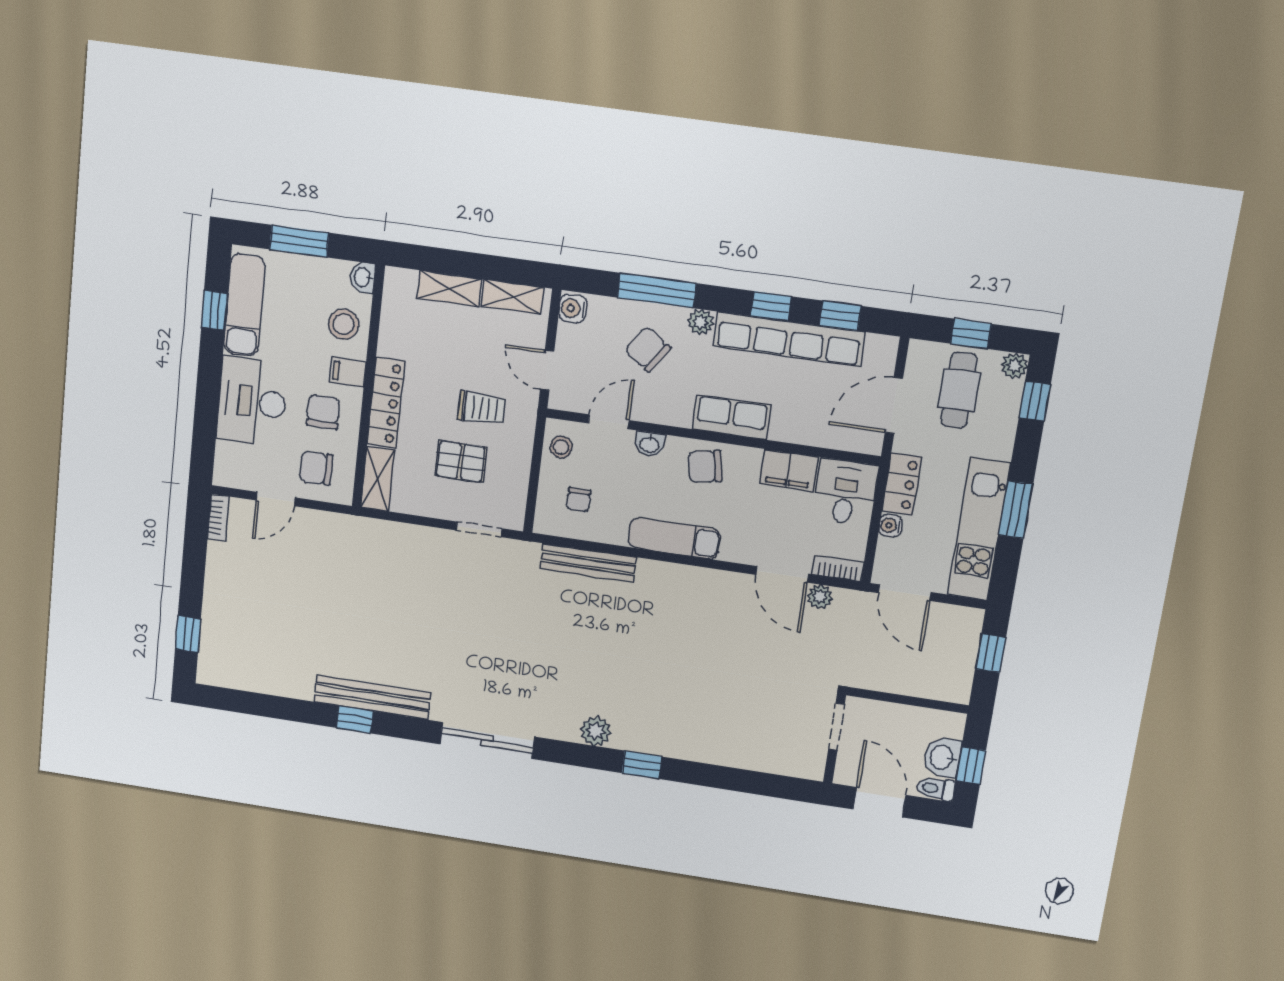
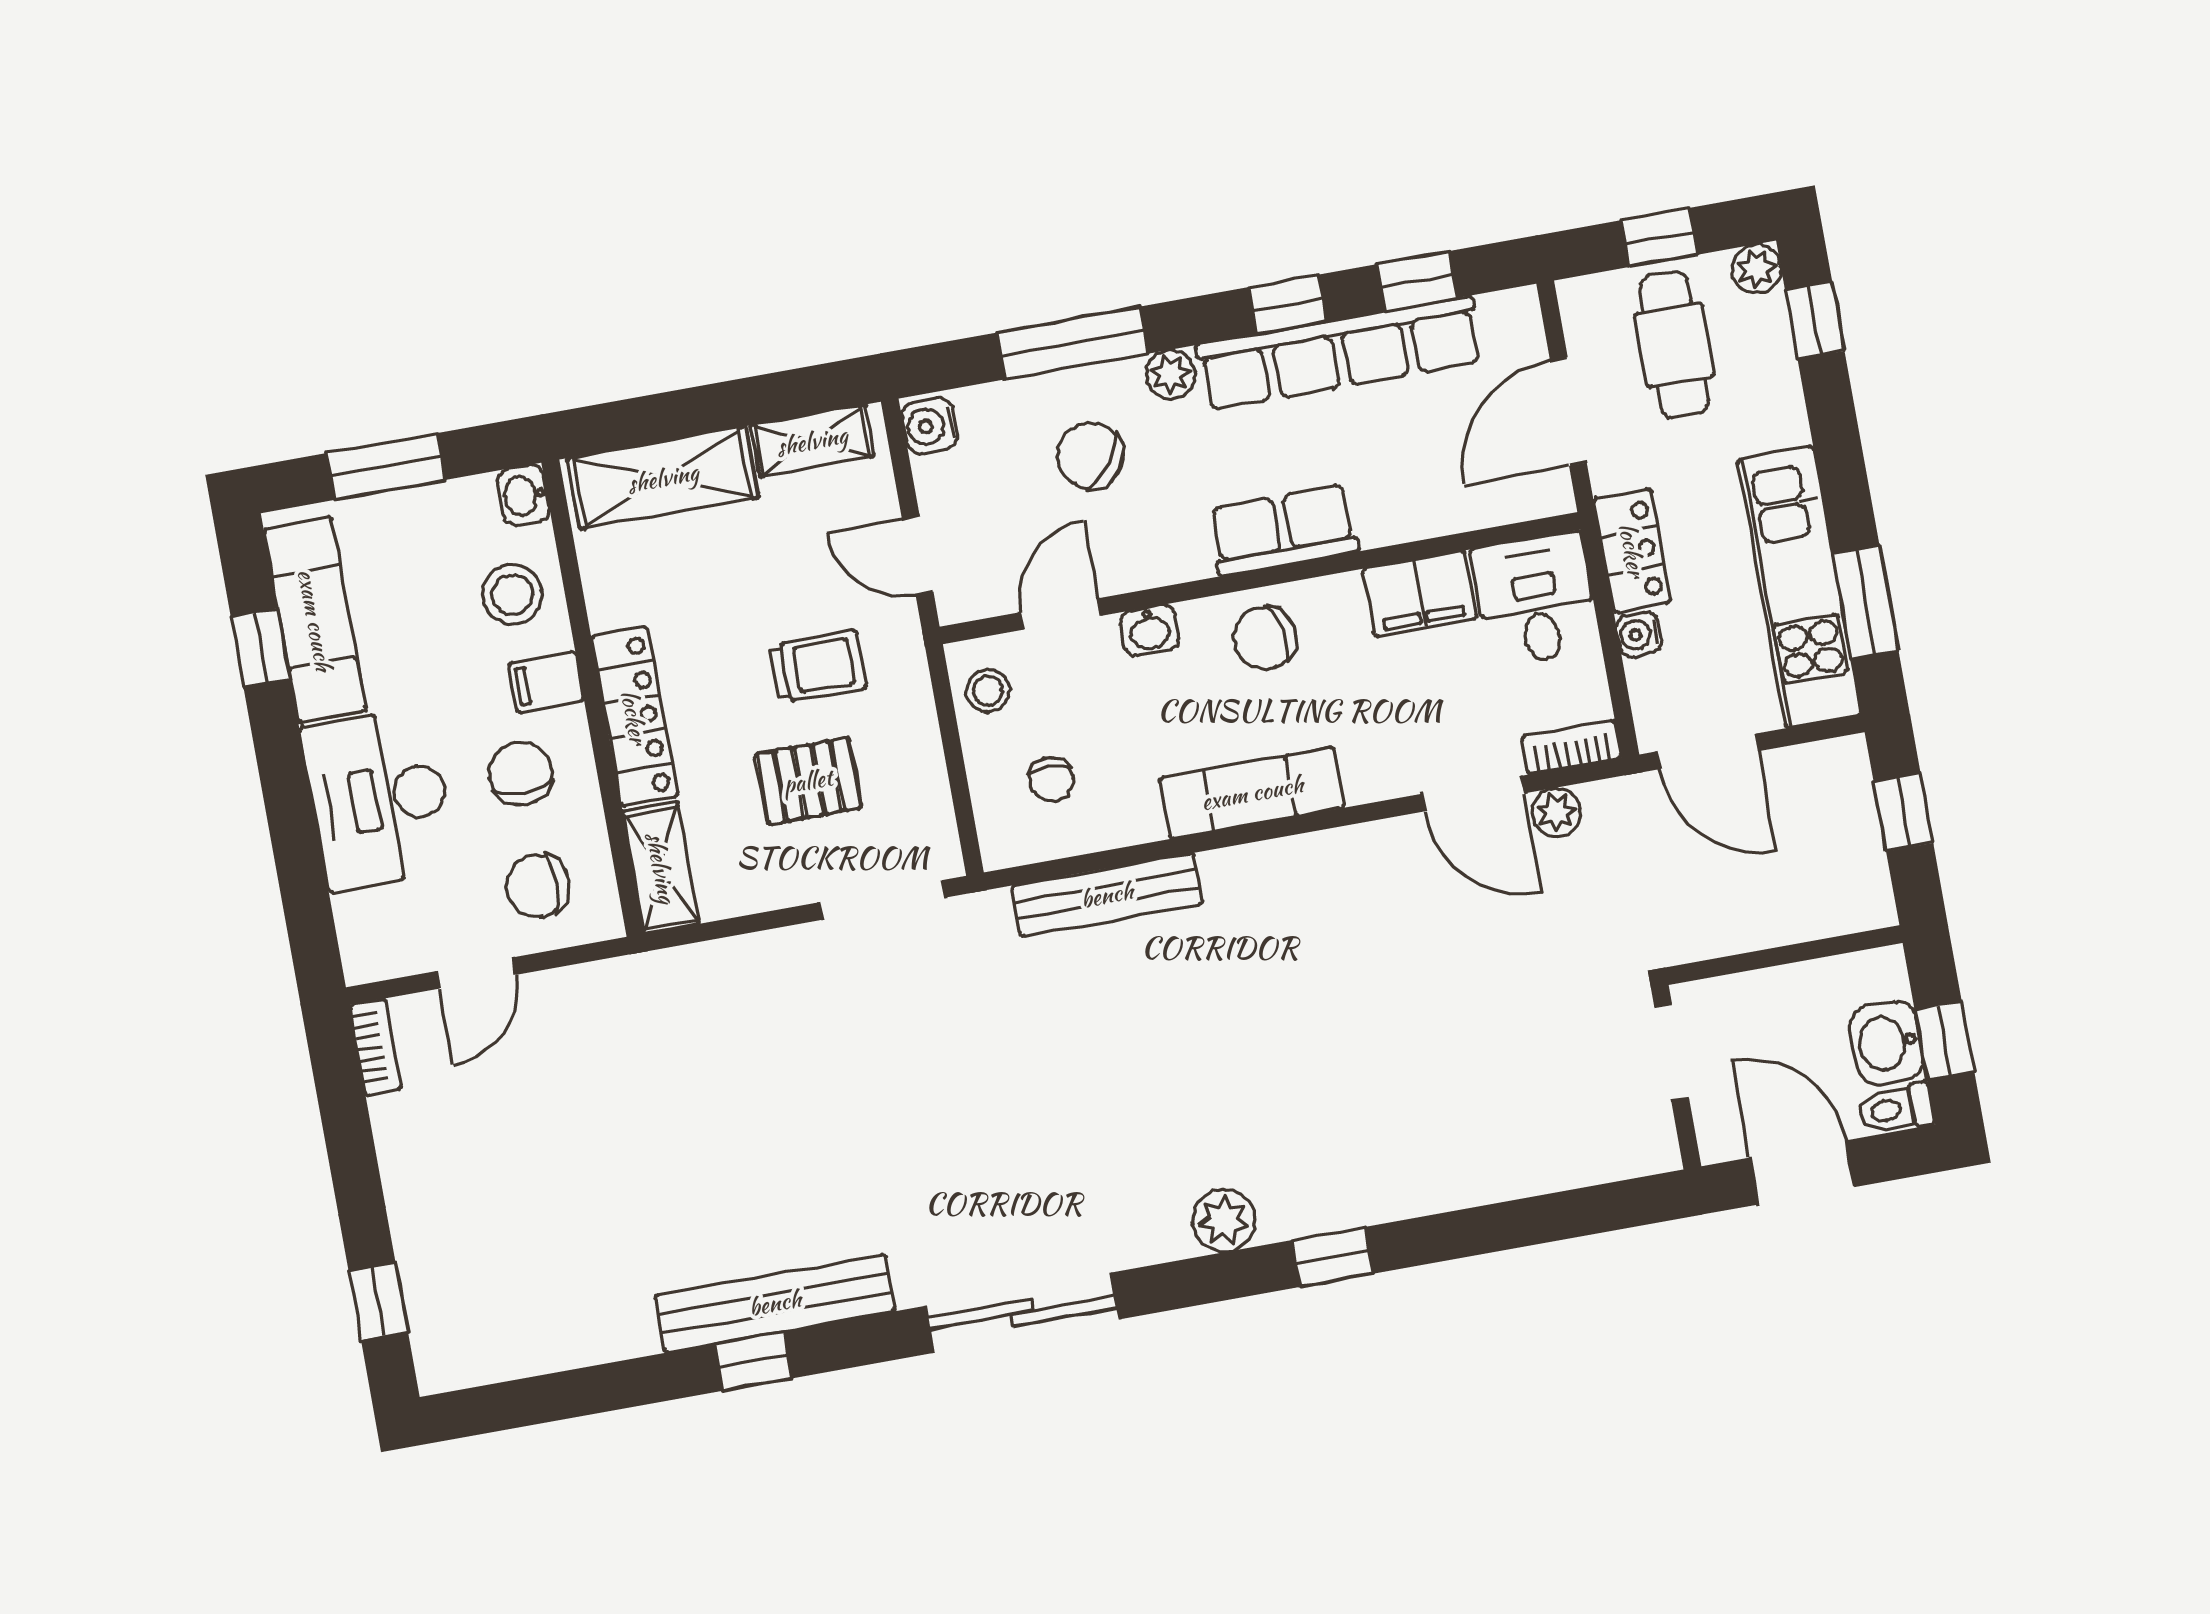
shelving: (449, 289) -> (663, 478), width x1.50, depth x1.33
window: (1016, 510) -> (1866, 602), moved
doorway: (479, 529) -> (882, 900), width x1.38

